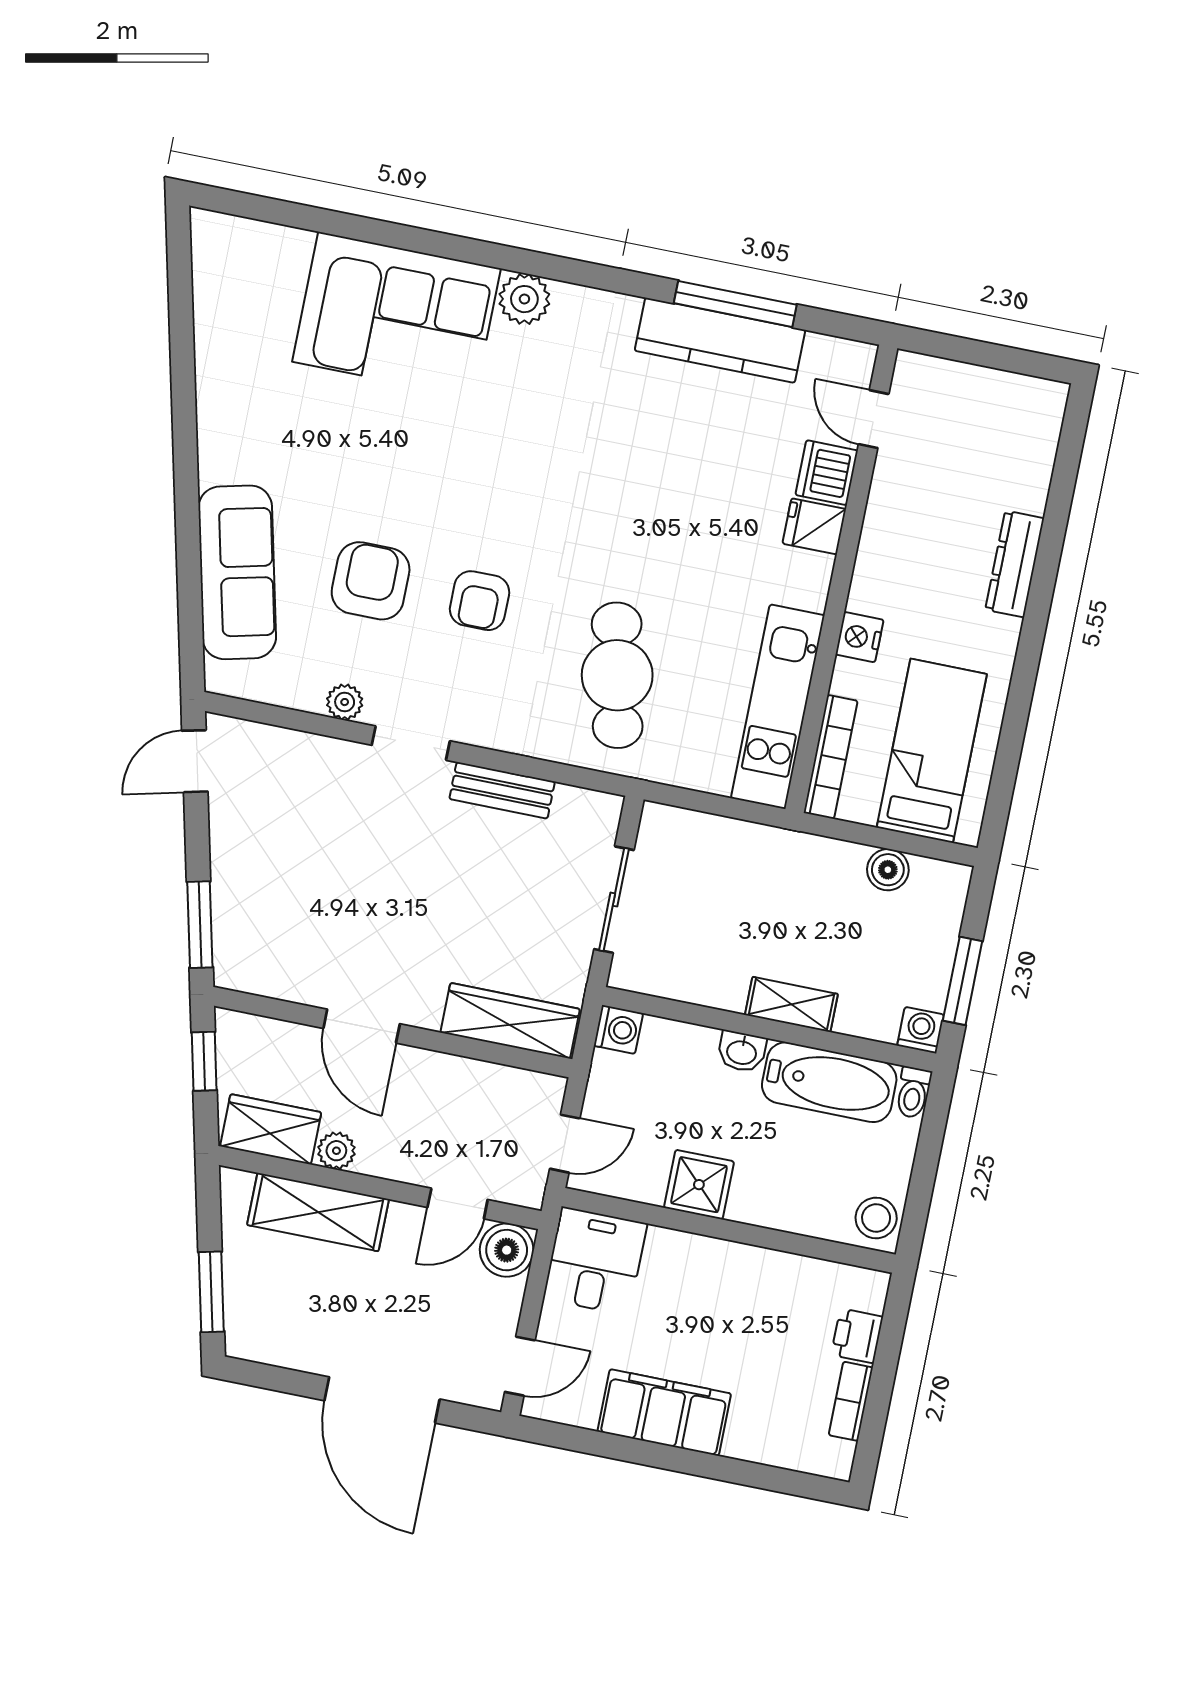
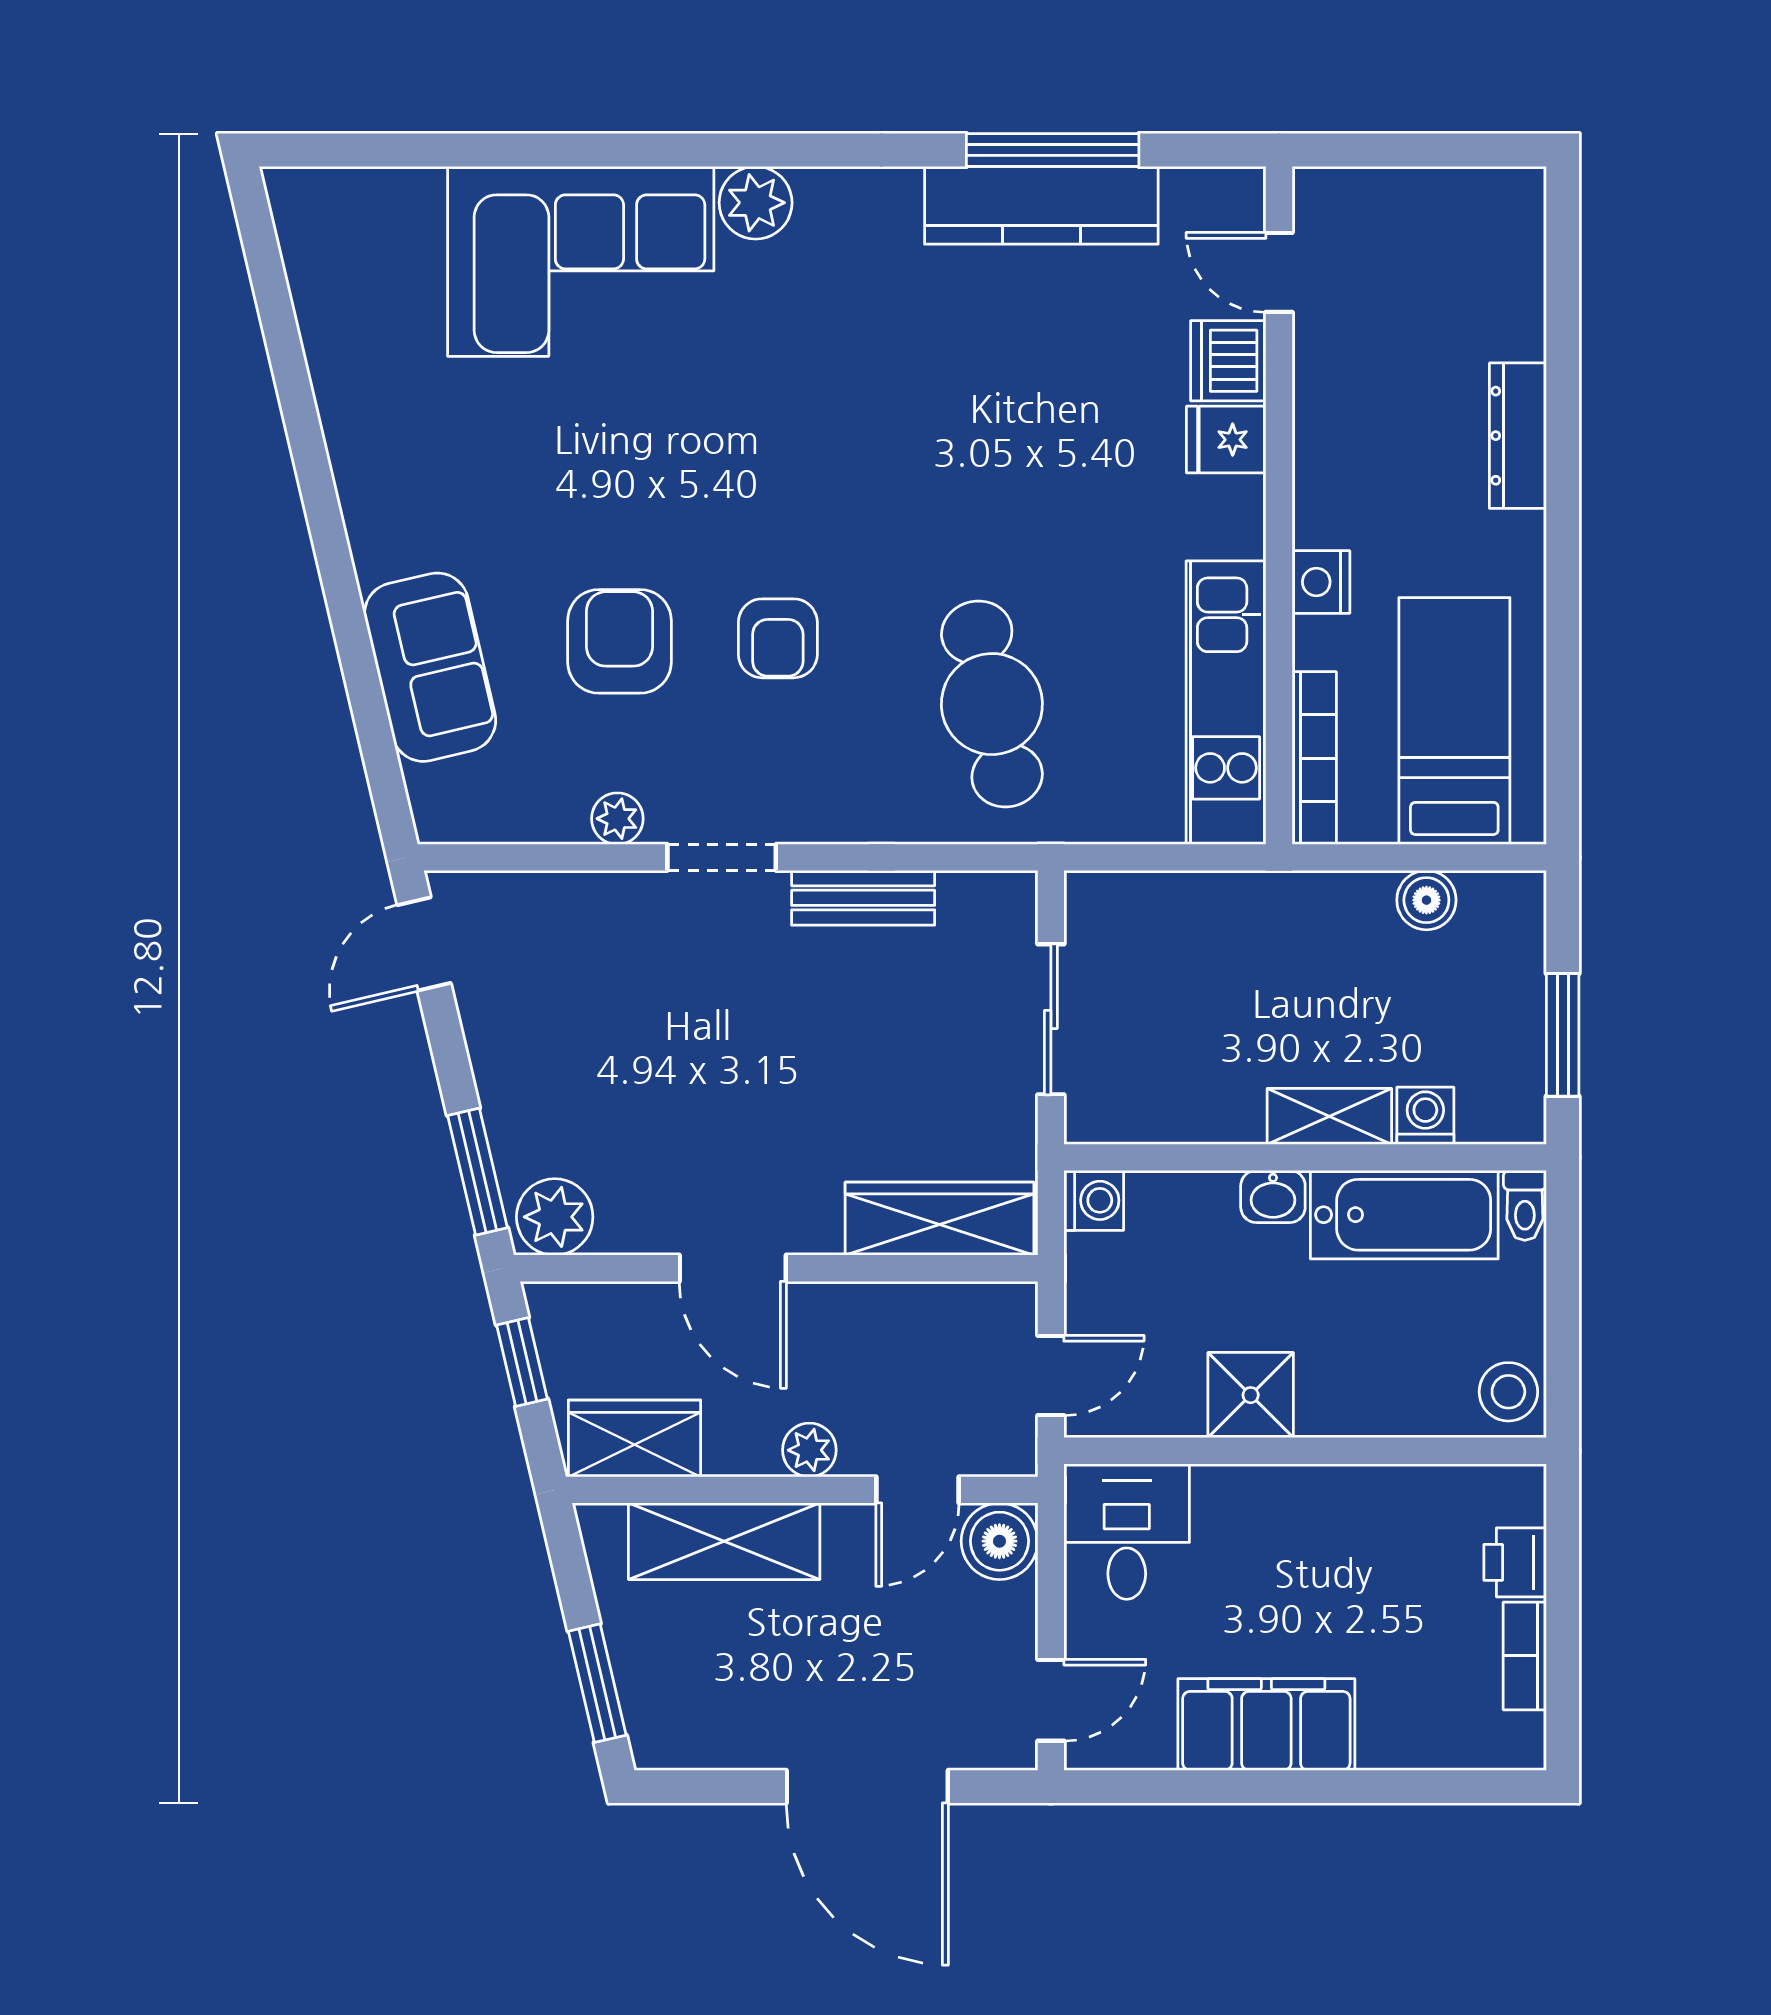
sofa: (237, 572) -> (430, 667), width x0.73
plant: (247, 966) -> (555, 1217), added
washing machine: (921, 1030) -> (1425, 1116), moved
plant: (336, 1151) -> (809, 1450), moved

